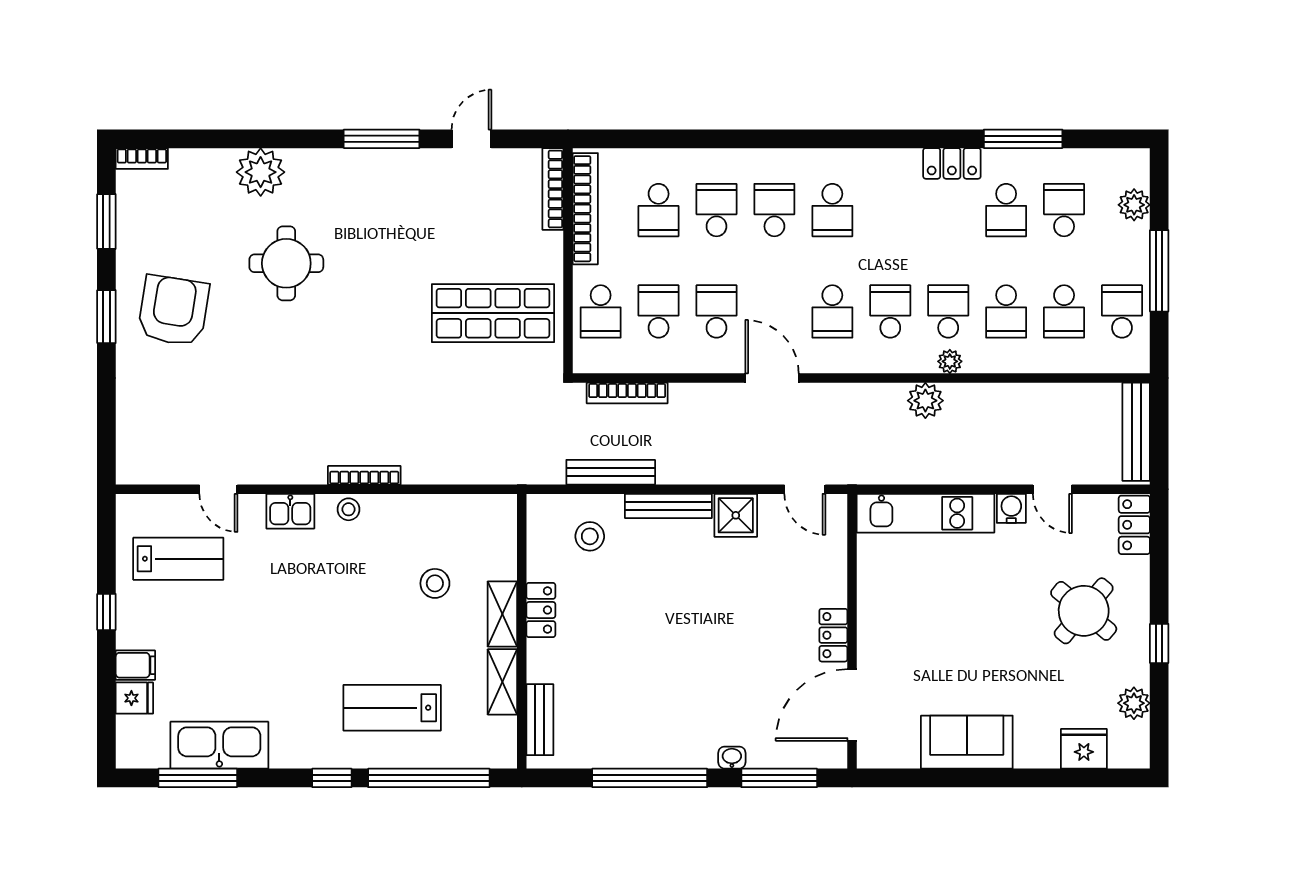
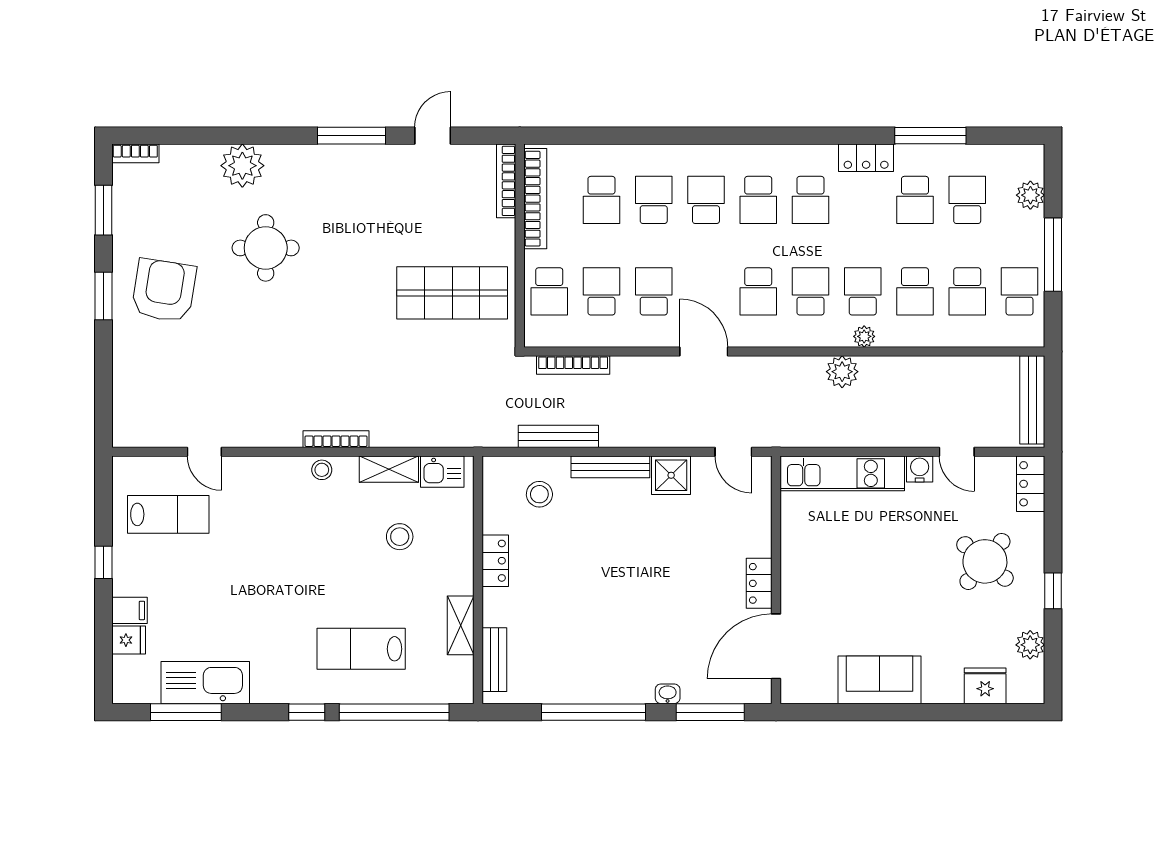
school desk: (890, 210) -> (810, 200), added
kitchen sink: (290, 511) -> (442, 472), moved
shelving: (502, 614) -> (389, 469), moved, turned 90

